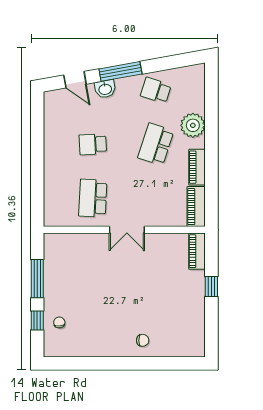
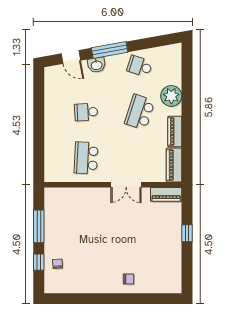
double door: (127, 230) -> (126, 185), moved
piano: (197, 251) -> (166, 194), moved, turned -90

